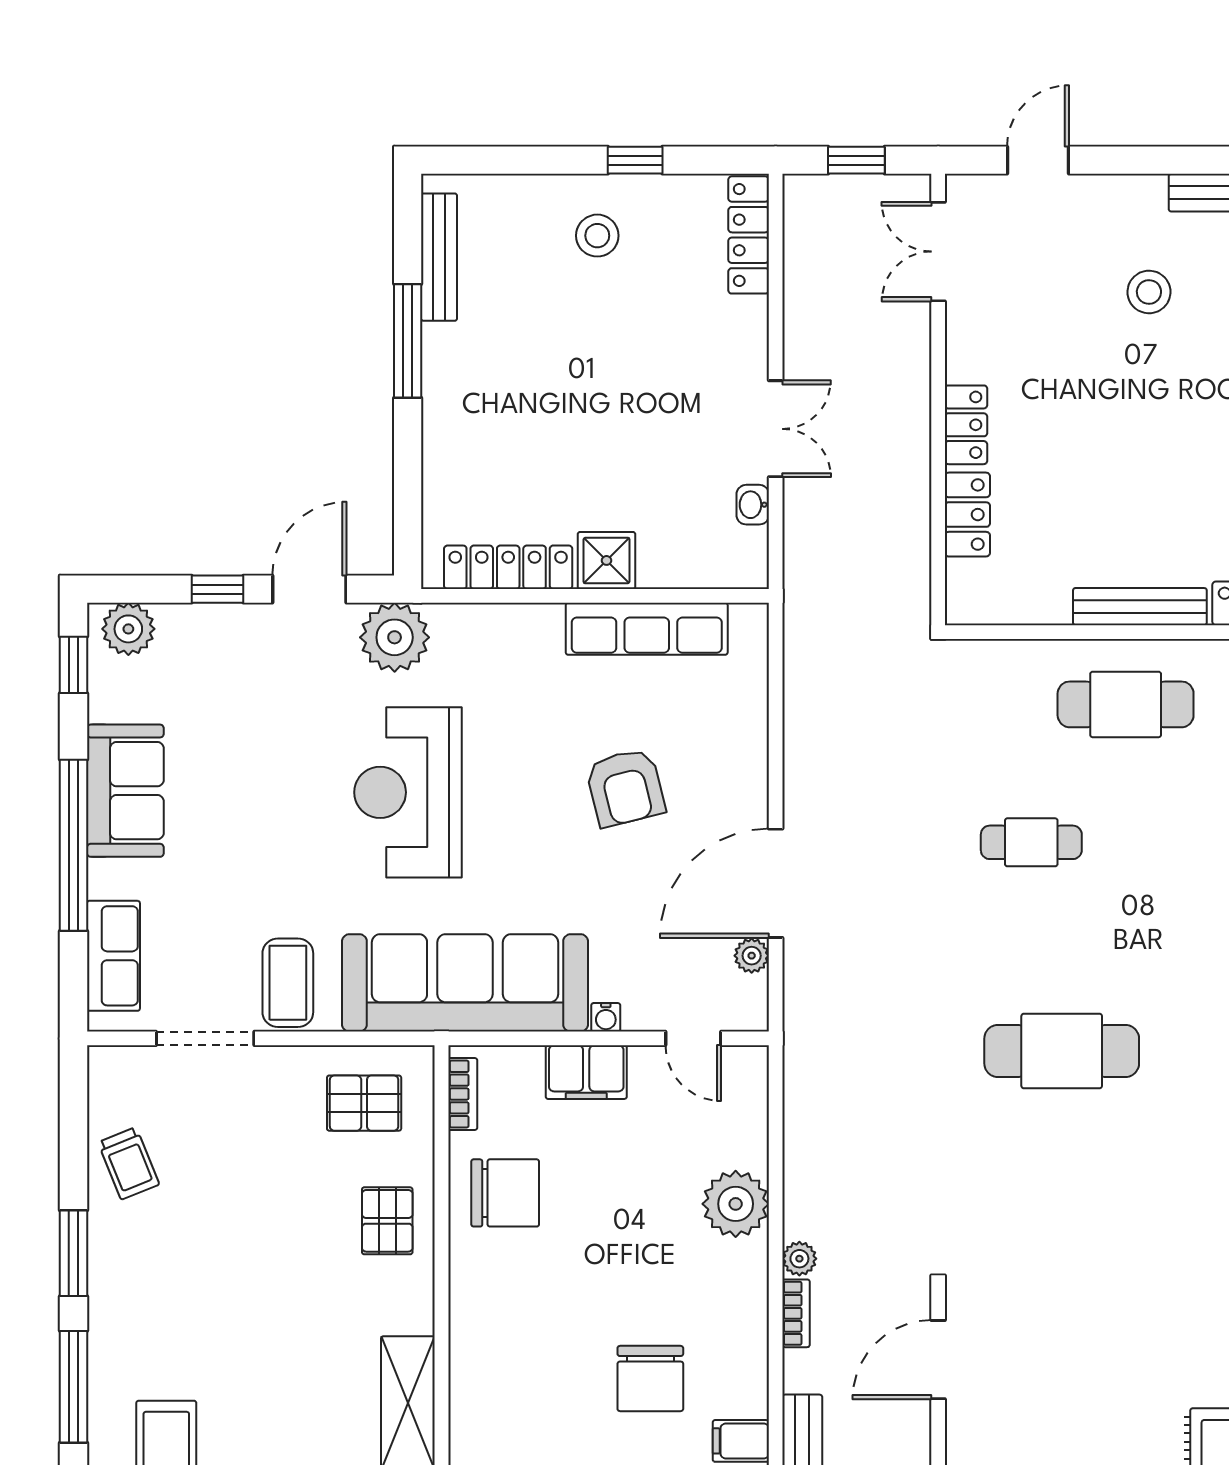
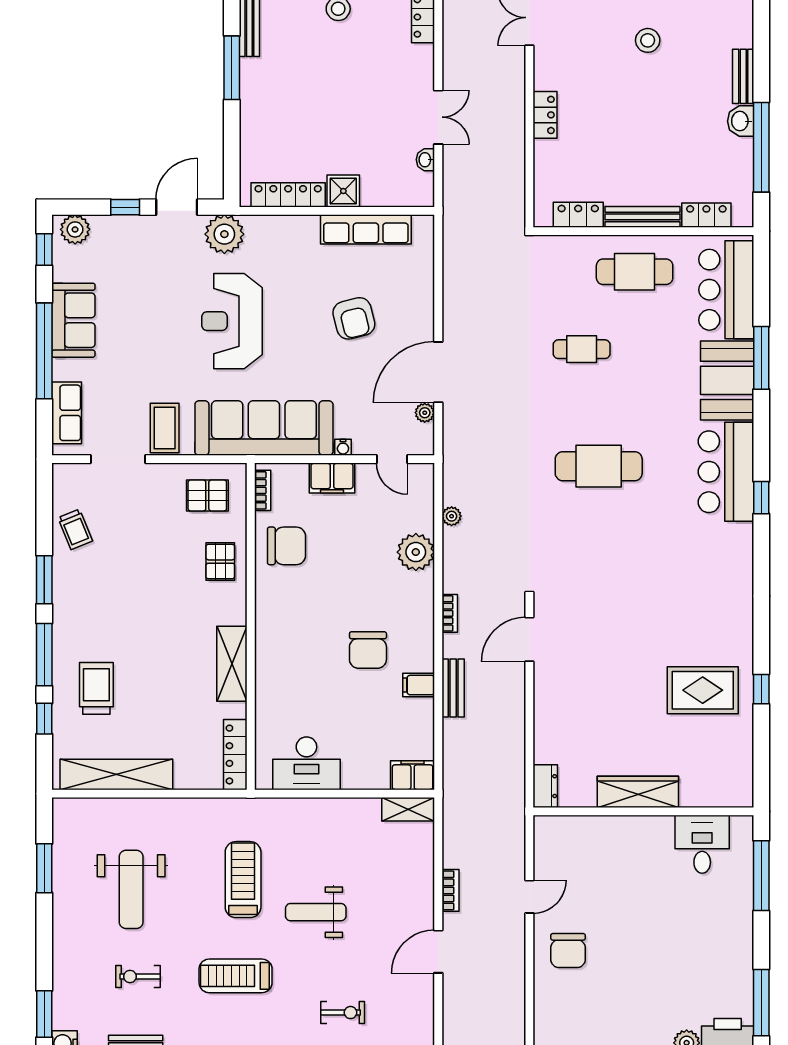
locker: (967, 515) -> (578, 215), moved, turned -90
plant: (799, 1259) -> (452, 516), moved

